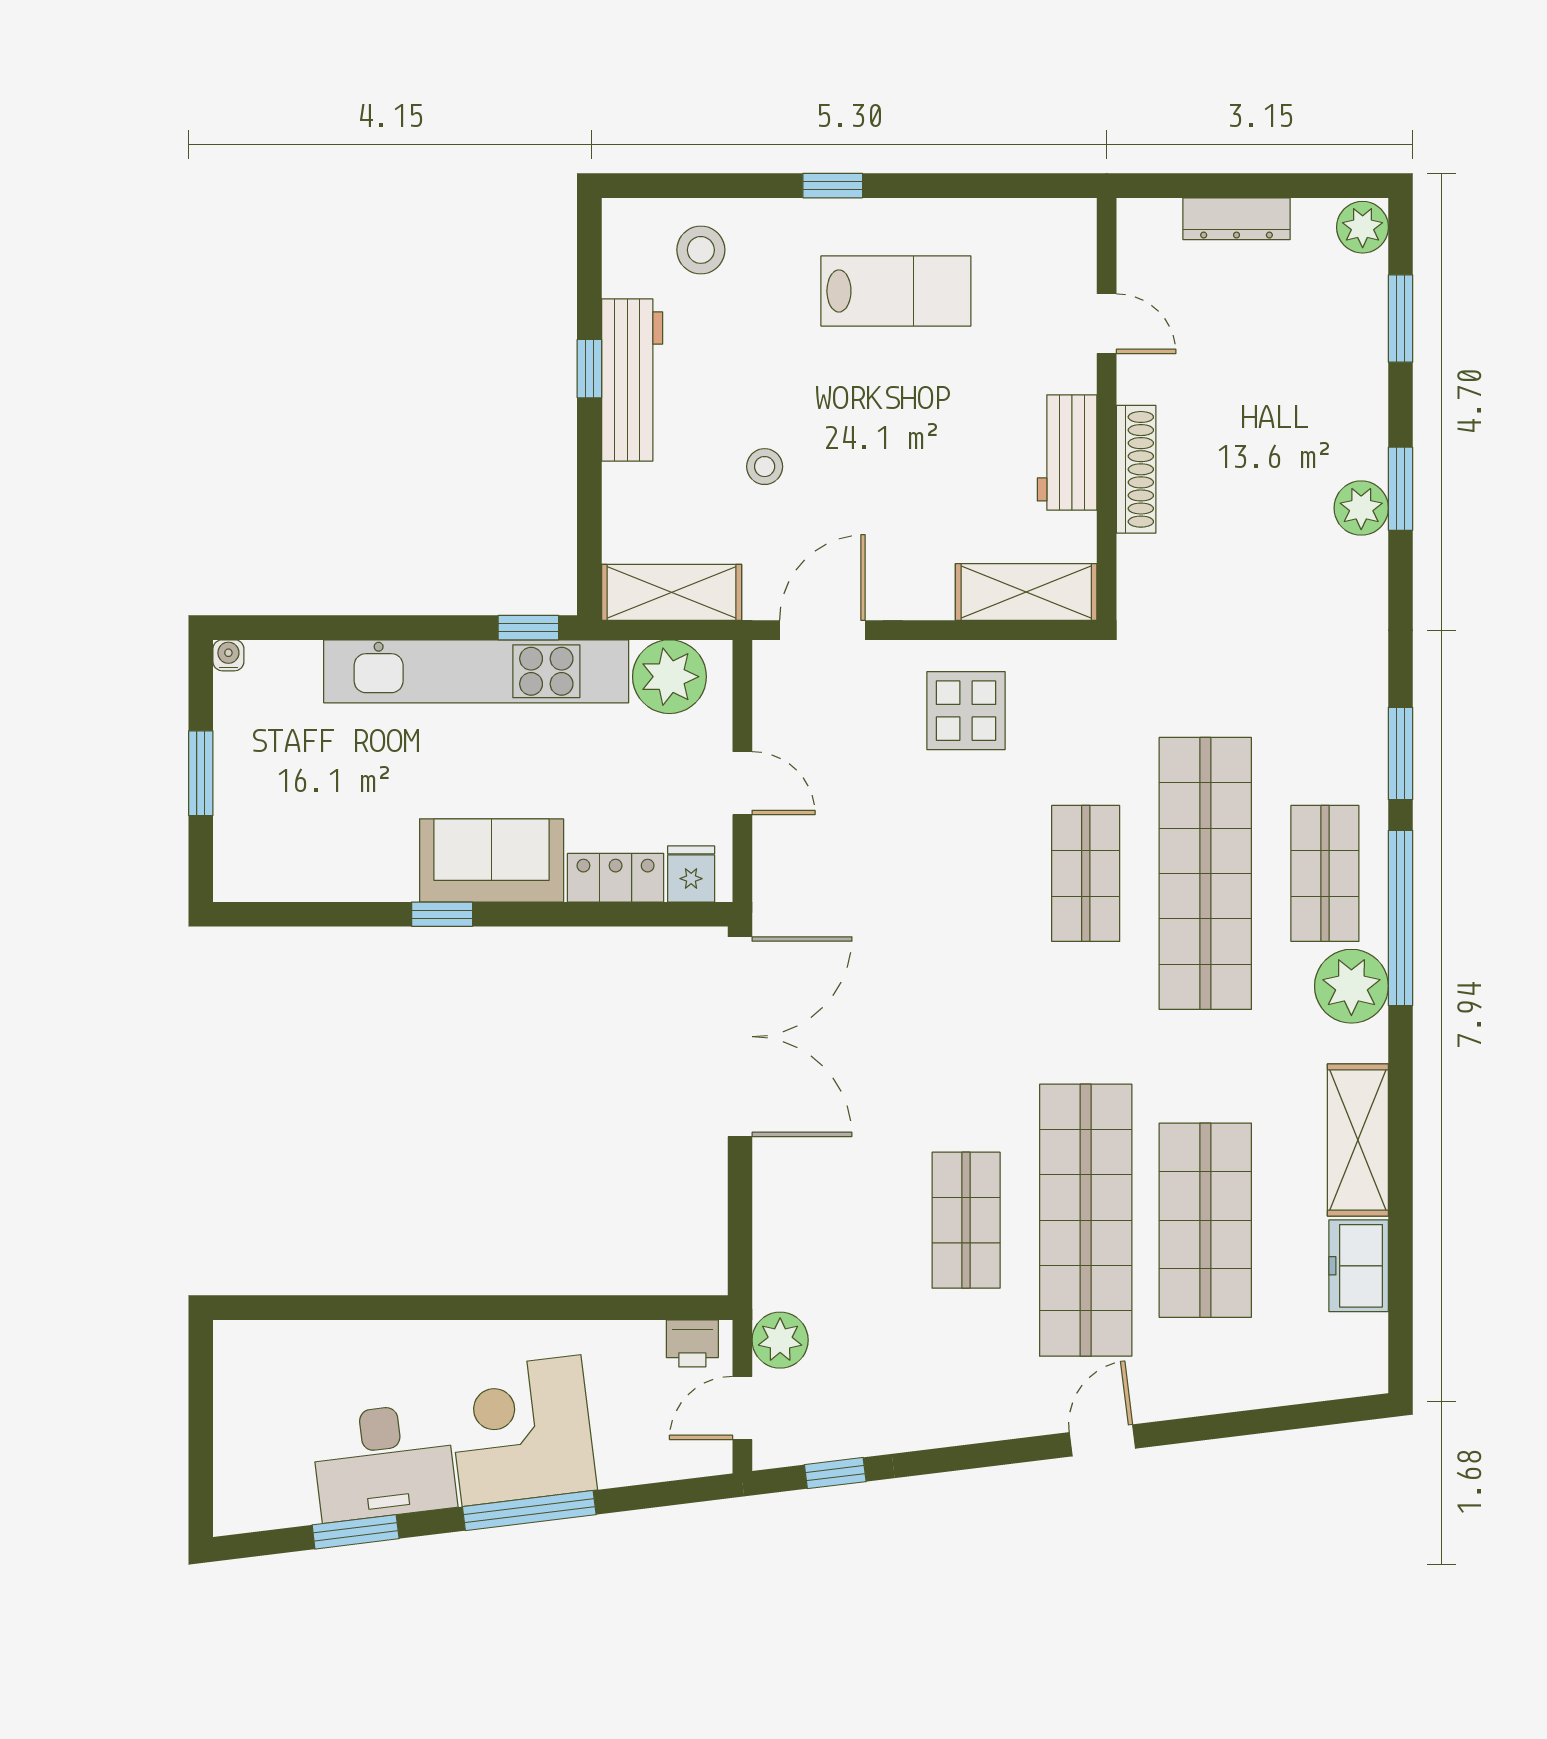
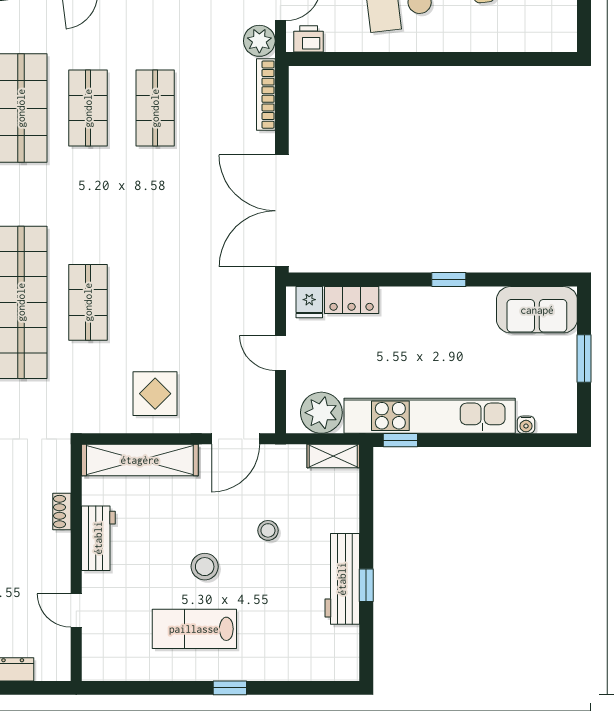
stool: (701, 250) -> (205, 567), moved
shoe rack: (1136, 469) -> (62, 512), width x0.51, depth x0.81
shelving: (672, 592) -> (333, 456), width x0.67, depth x0.75
shelving: (1026, 592) -> (140, 460), width x1.47
water cooler: (228, 655) -> (526, 425), moved
sofa: (492, 860) -> (537, 310), moved
shop shelf: (1086, 1220) -> (88, 108), width x0.50, depth x0.74
bookcase: (768, 1244) -> (266, 95), added

